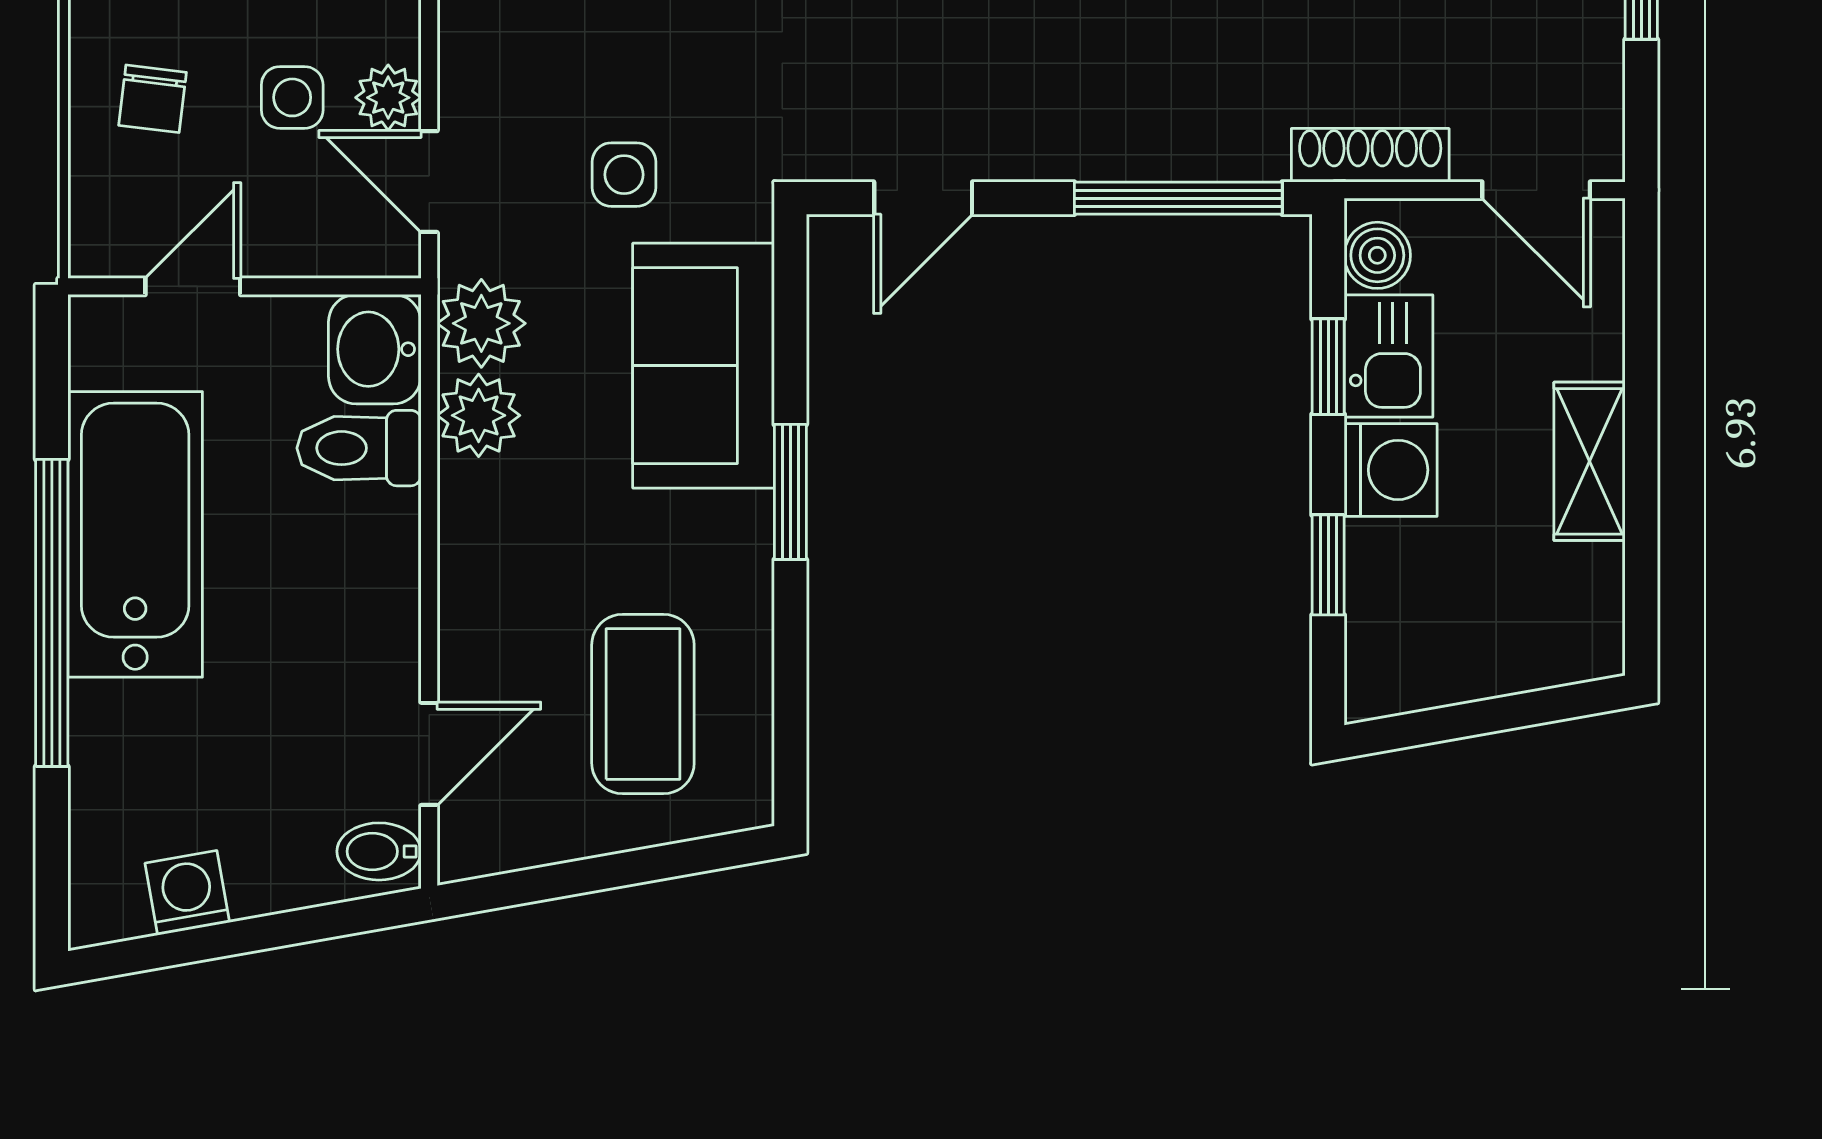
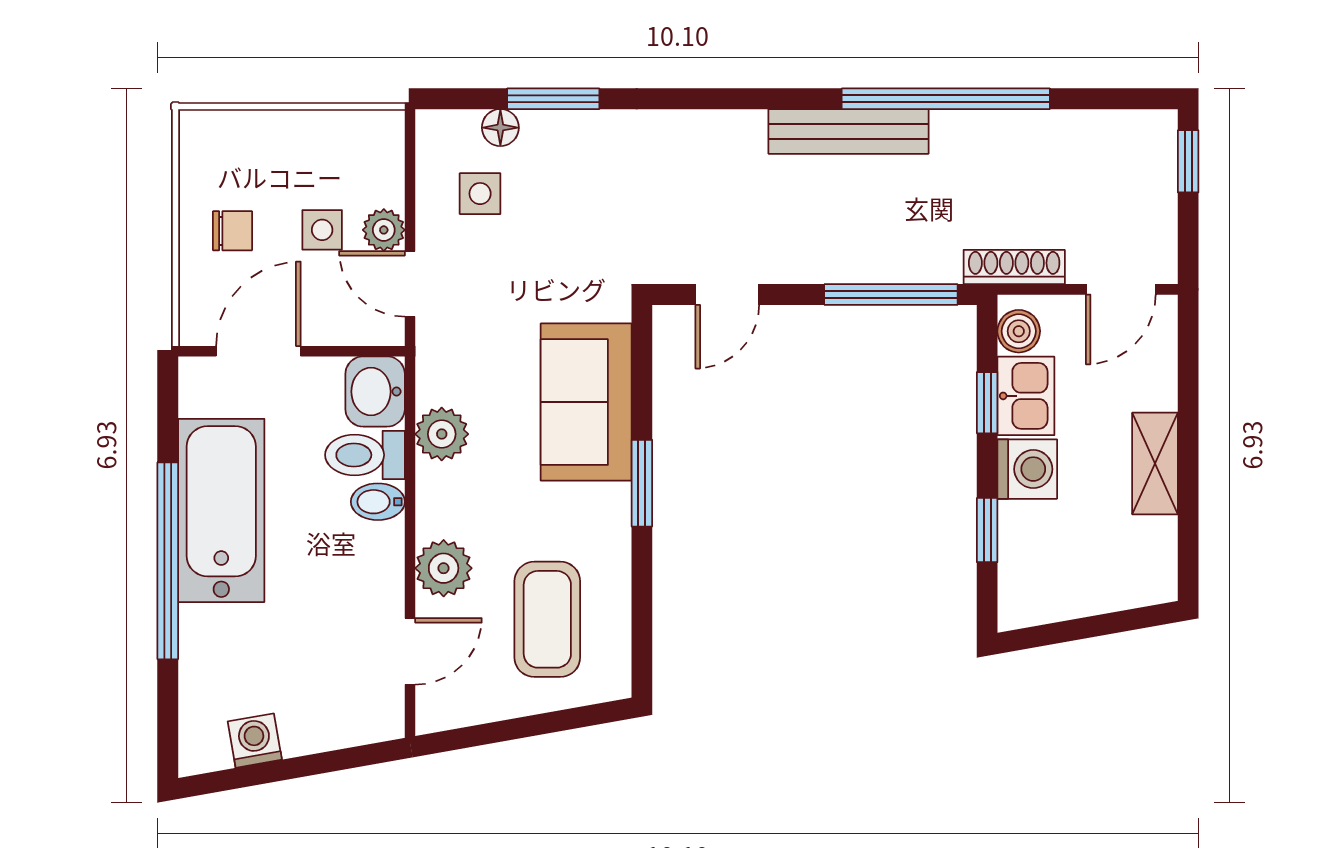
chair: (153, 99) -> (232, 231), turned -97
side table: (624, 175) -> (480, 194), moved
door: (1536, 190) -> (1121, 289), hinge flipped
door: (193, 286) -> (258, 351), width x1.37
plant: (481, 323) -> (444, 568), moved
bidet: (379, 851) -> (378, 502), moved

